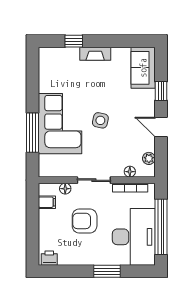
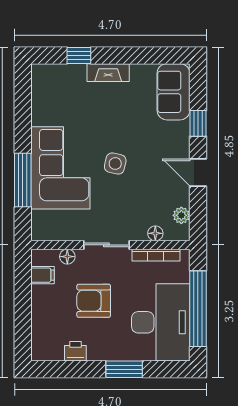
printer: (49, 258) -> (75, 351), moved

